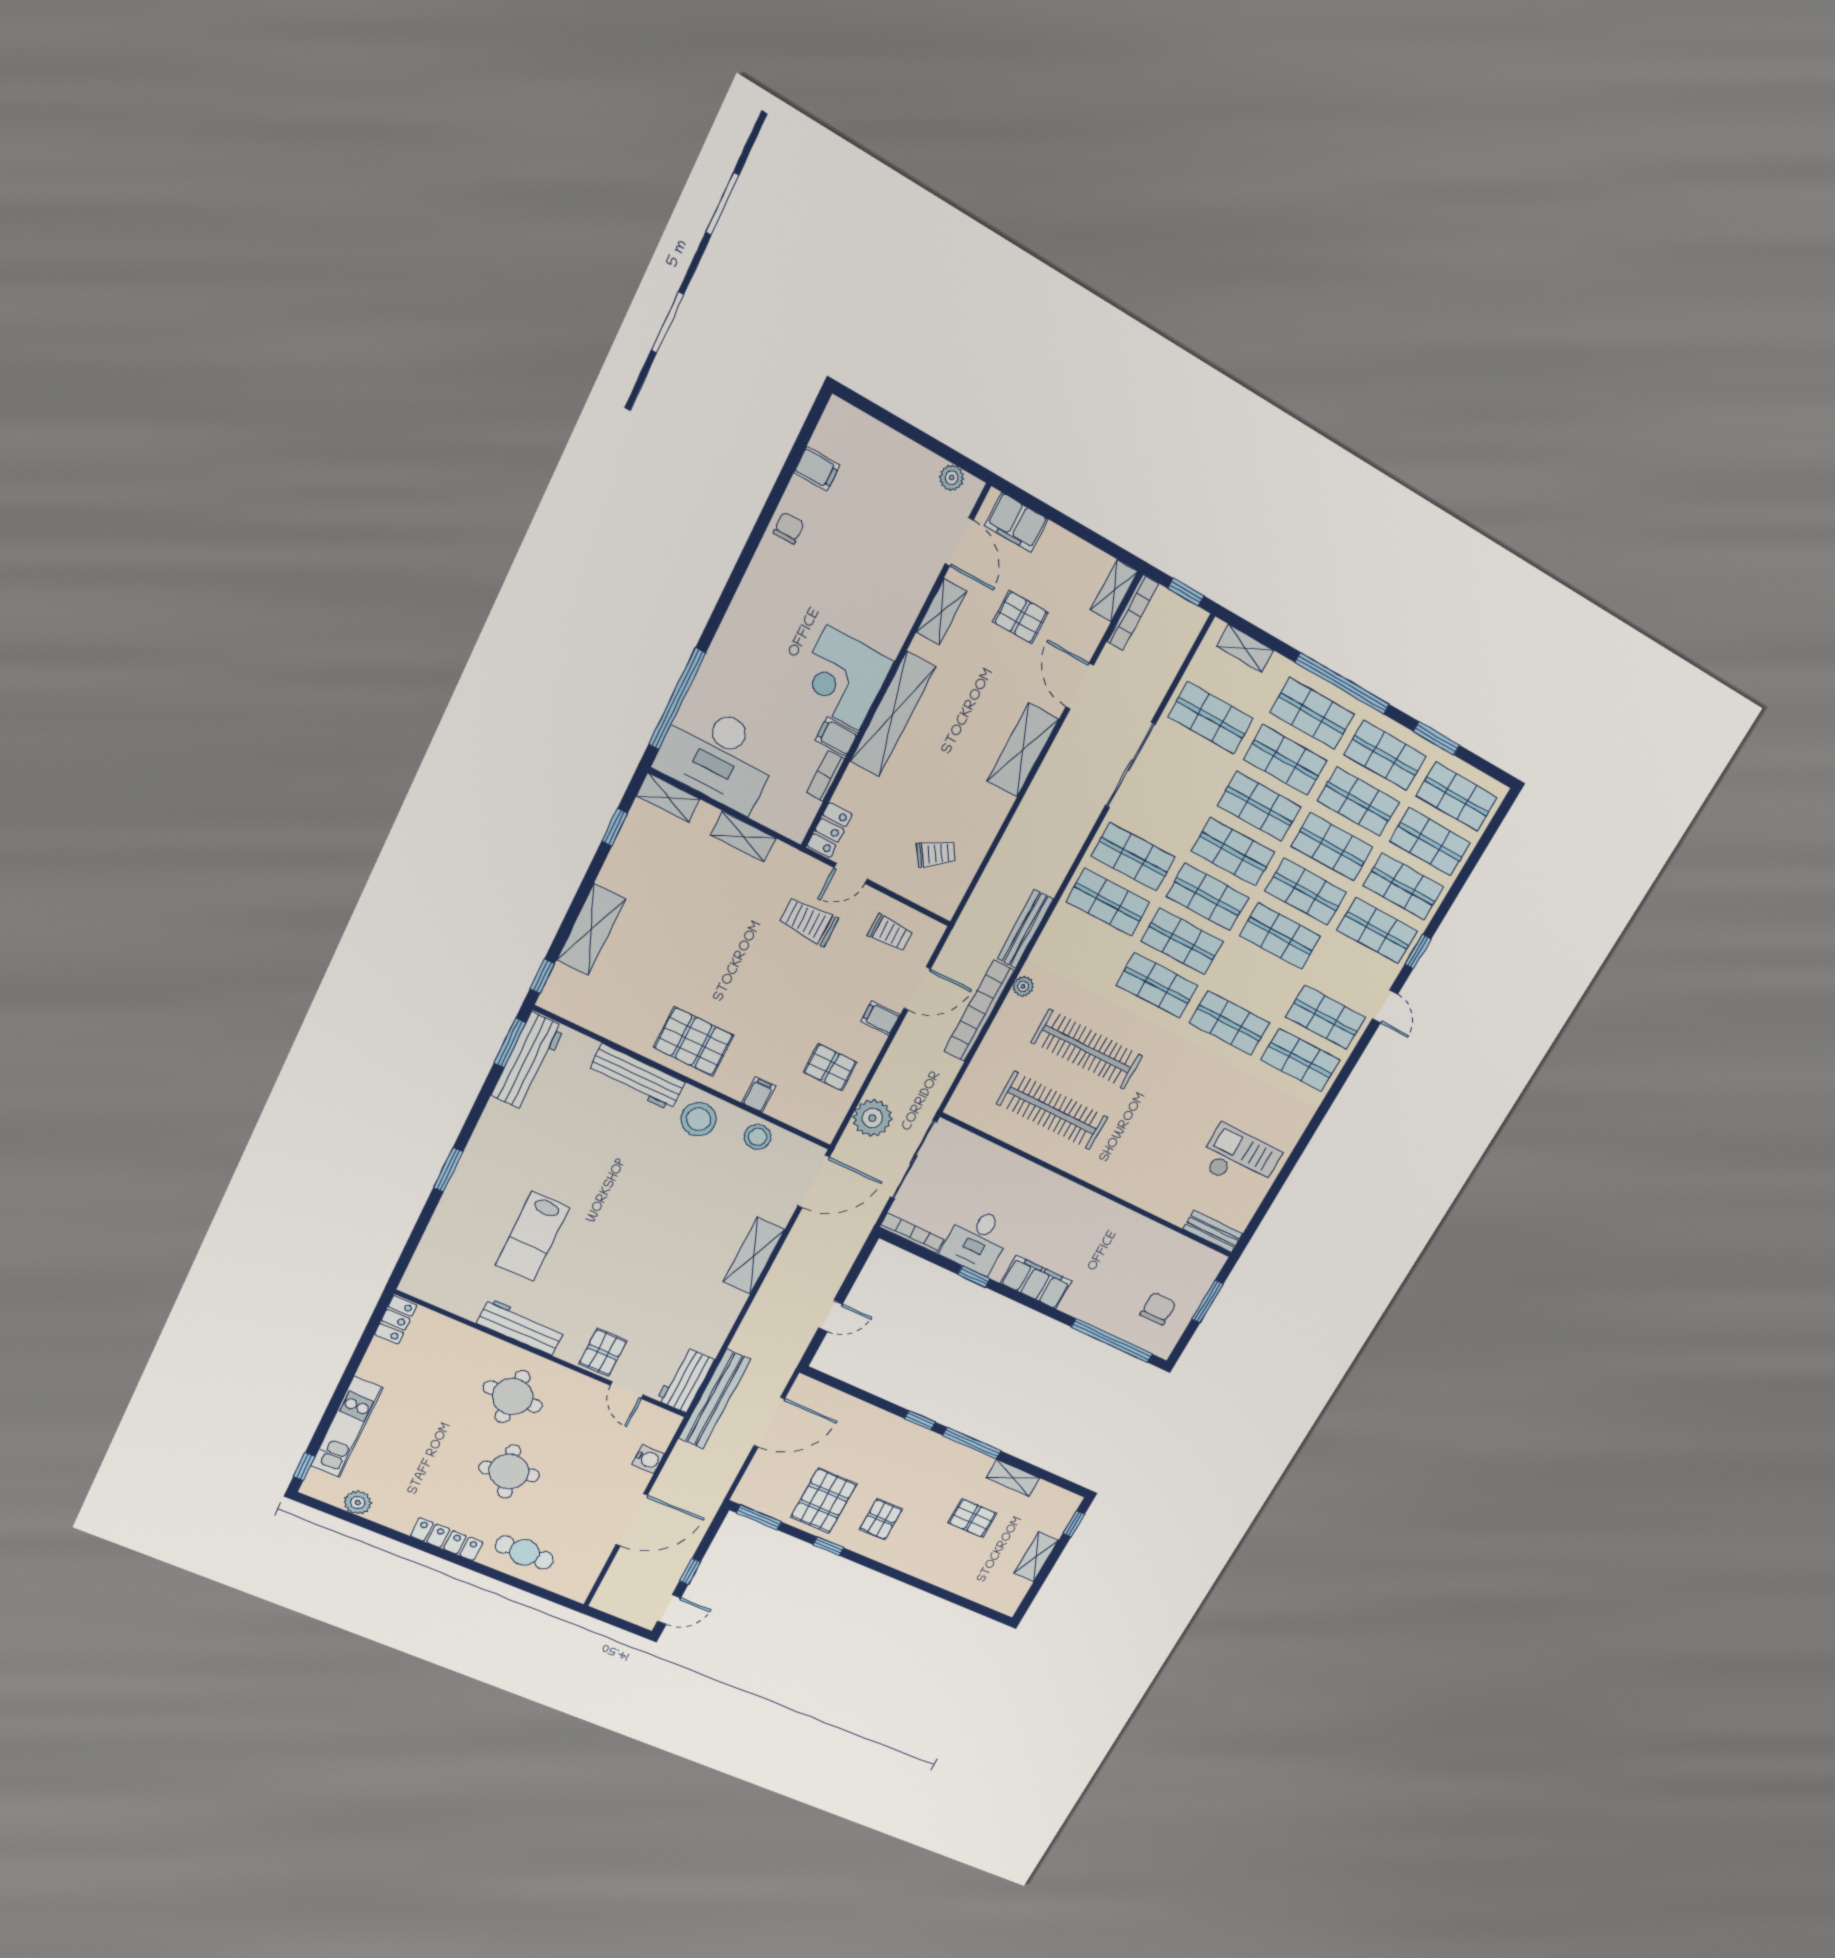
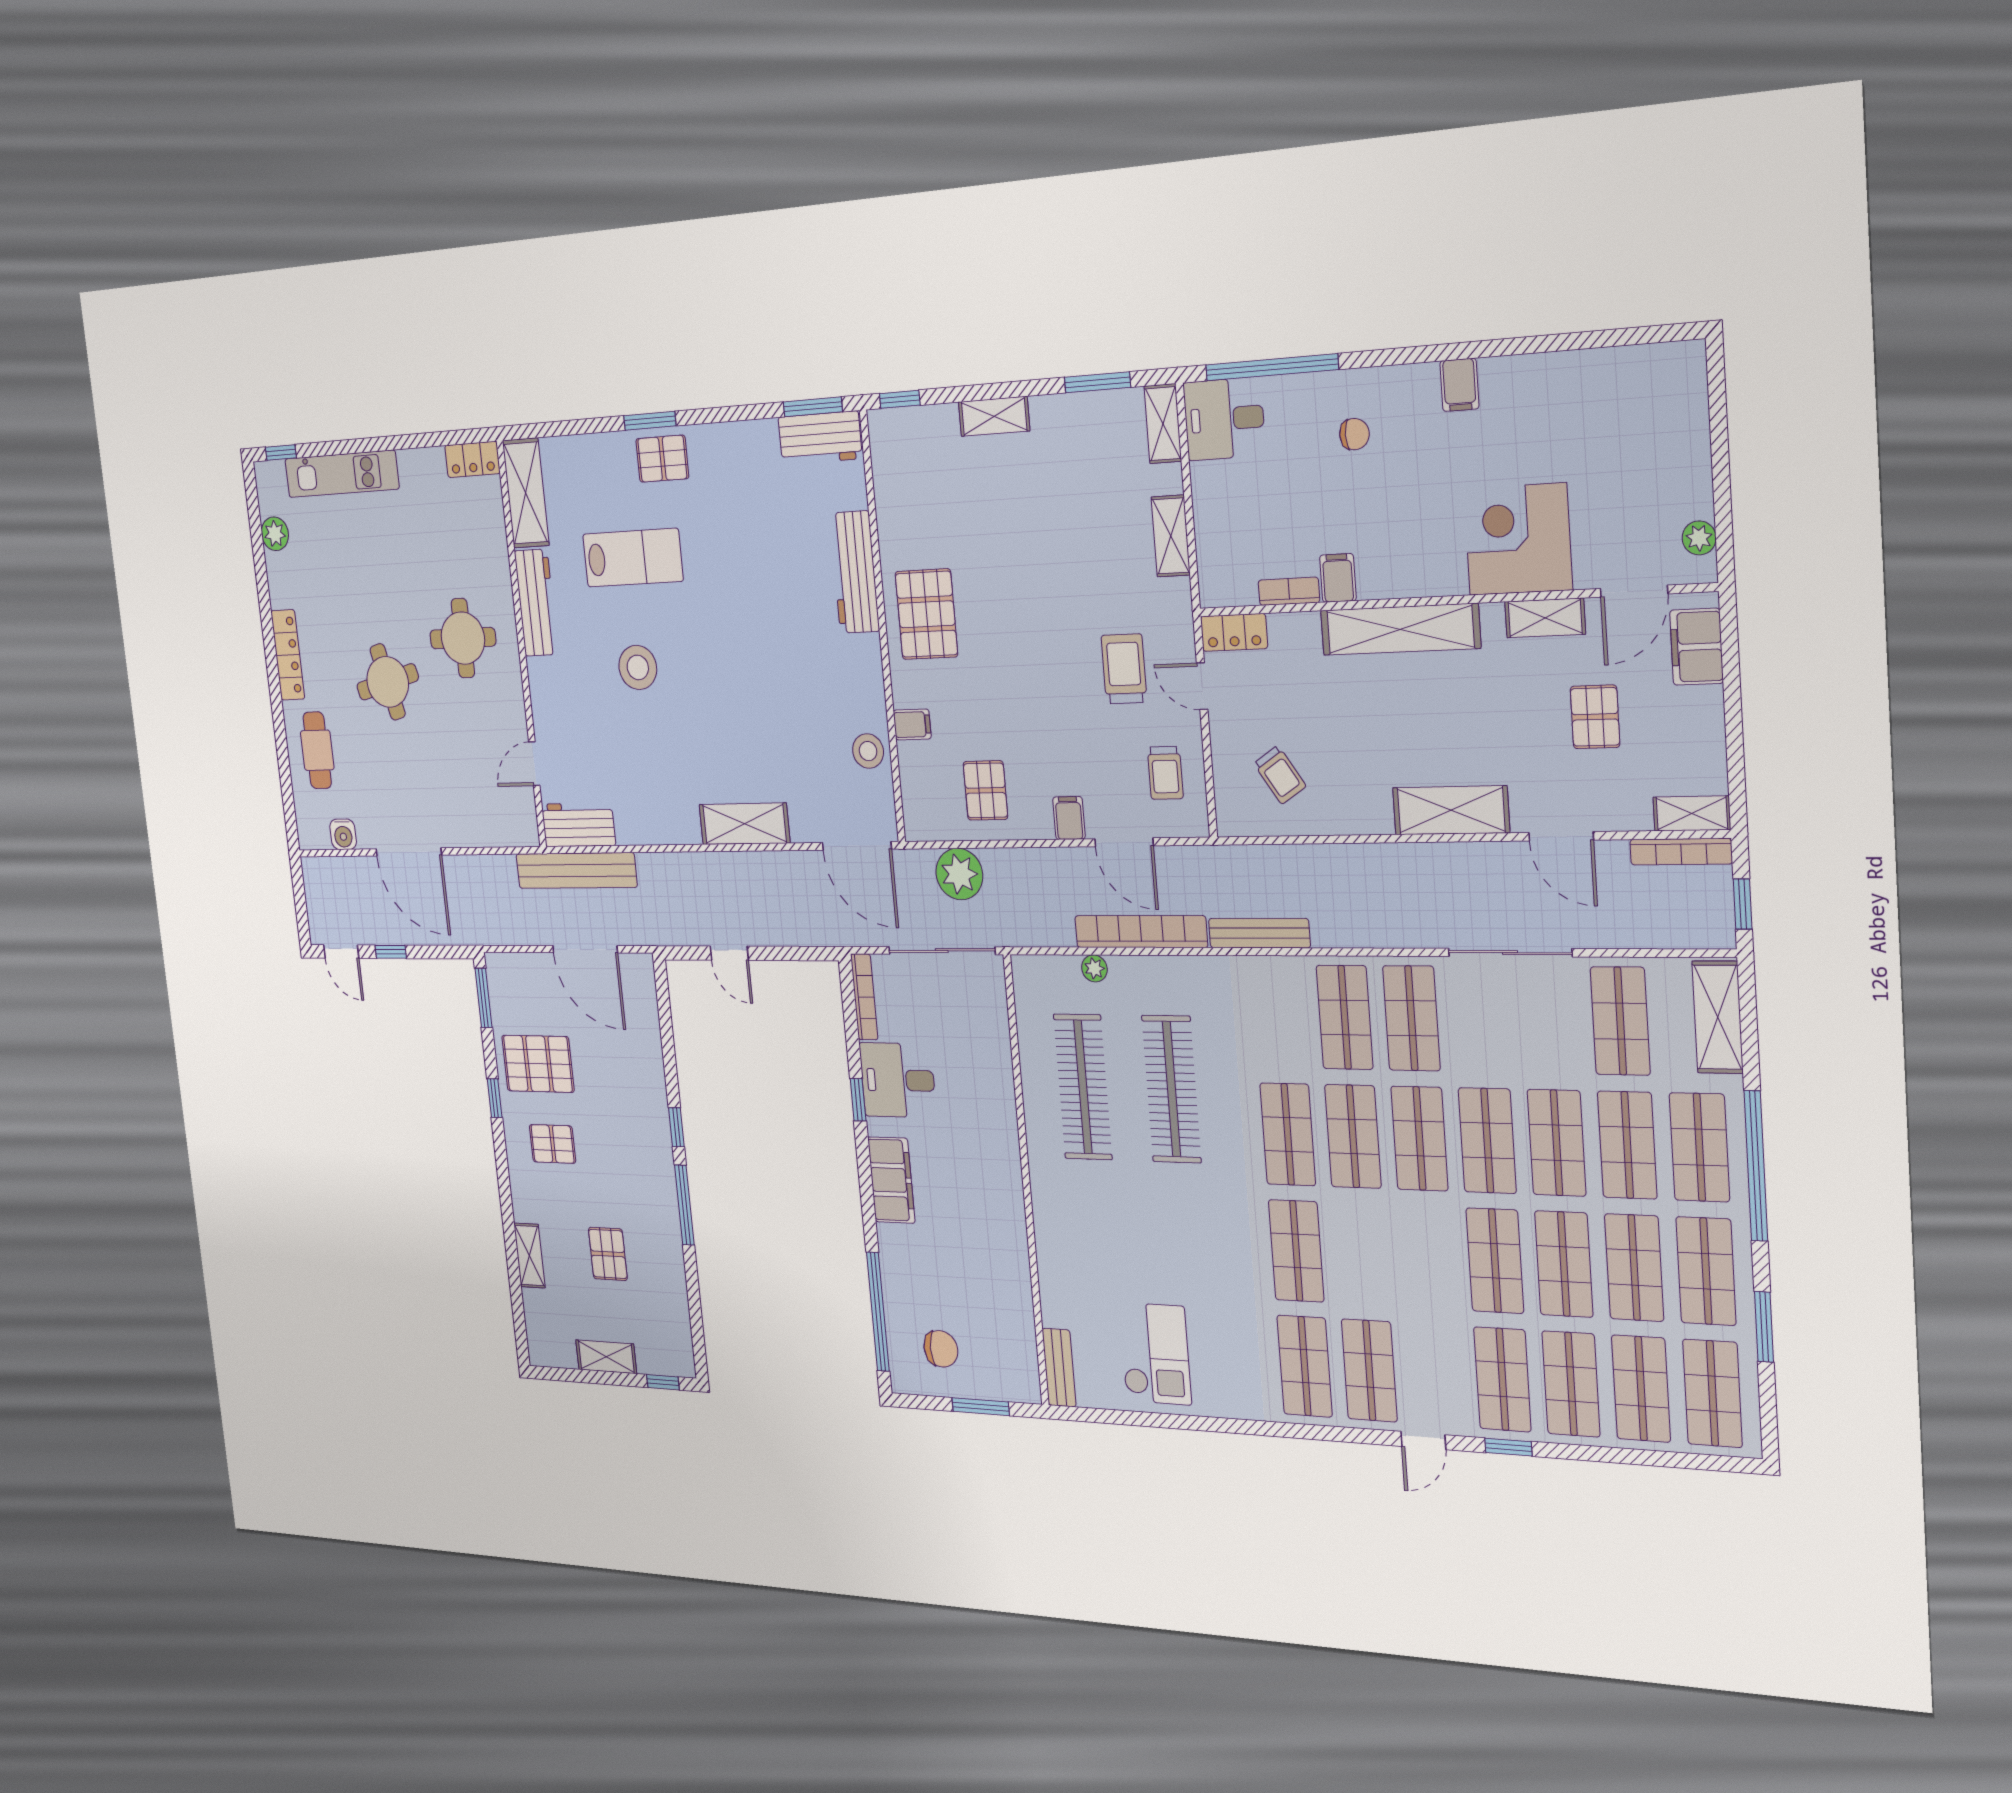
filing cabinet: (817, 469) -> (1459, 385), moved
chair: (789, 528) -> (1354, 434), moved
shelving: (1245, 648) -> (1718, 1017), width x1.50, depth x1.33
corner desk: (843, 678) -> (1518, 539), moved
door: (1080, 686) -> (1561, 836), swing flipped
desk: (718, 756) -> (1224, 419), width x0.53, depth x0.77
window: (615, 827) -> (1097, 382), width x1.50
shelving: (591, 930) -> (994, 416), width x0.67, depth x0.75
shop shelf: (1280, 936) -> (1427, 1257), removed
plant: (1023, 986) -> (1094, 968), moved
workbench: (528, 1061) -> (820, 438), width x0.73
stool: (699, 1119) -> (638, 667), moved
lab bench: (533, 1236) -> (633, 558), turned 180
shelving: (442, 1292) -> (526, 493), added
pallet: (603, 1352) -> (662, 459), moved
water cooler: (648, 1459) -> (343, 834), moved
shelving: (1013, 1478) -> (529, 1256), moved

